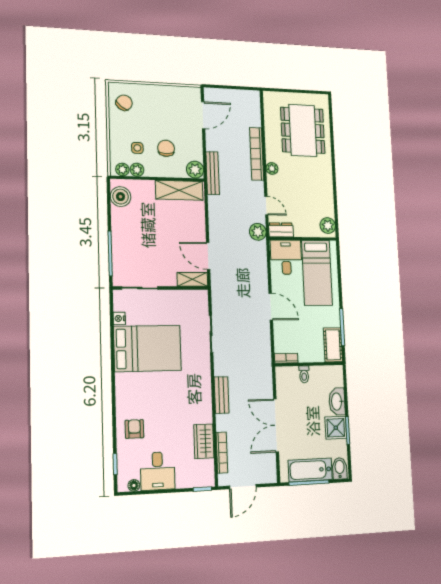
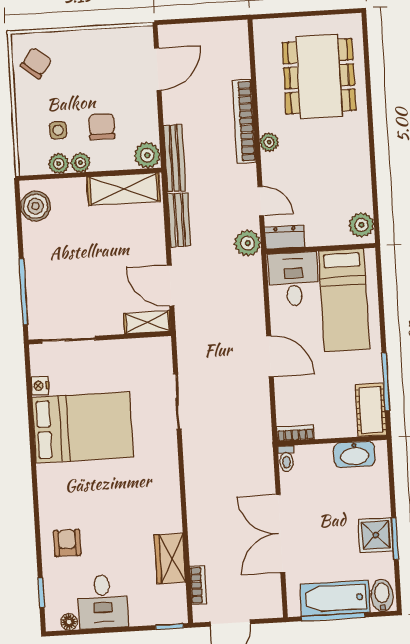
plant: (122, 170) -> (80, 163), moved
toilet: (304, 374) -> (286, 459), moved
bench: (222, 395) -> (179, 220), moved
washbasin: (337, 402) -> (354, 454), moved, turned -90
bookcase: (222, 453) -> (198, 585), width x0.64

